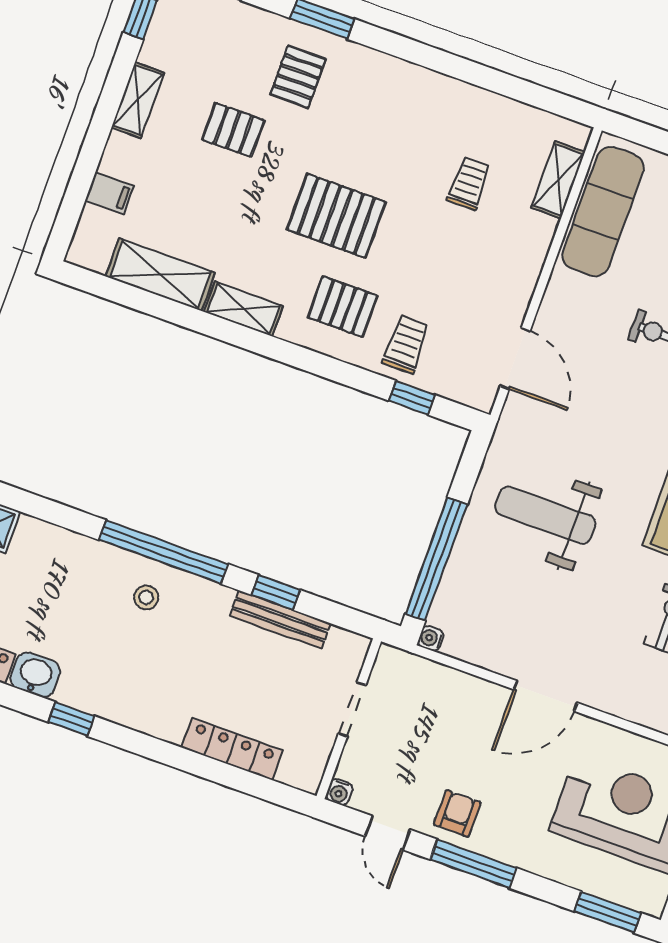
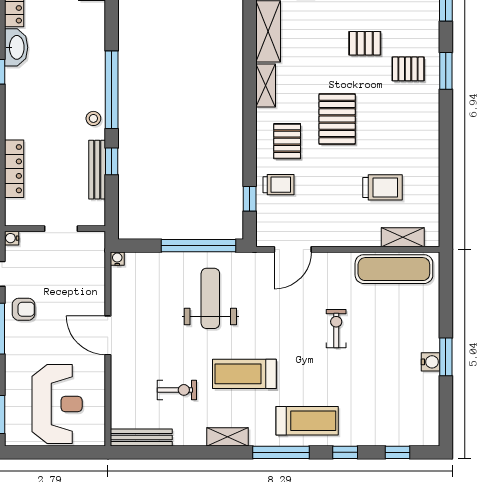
pallet: (233, 130) -> (365, 43), turned 90
trolley: (469, 183) -> (383, 187), width x1.36, depth x1.39
window: (436, 559) -> (198, 246), moved
stool: (146, 597) -> (93, 118), moved
washbasin: (35, 675) -> (16, 47), width x1.38

